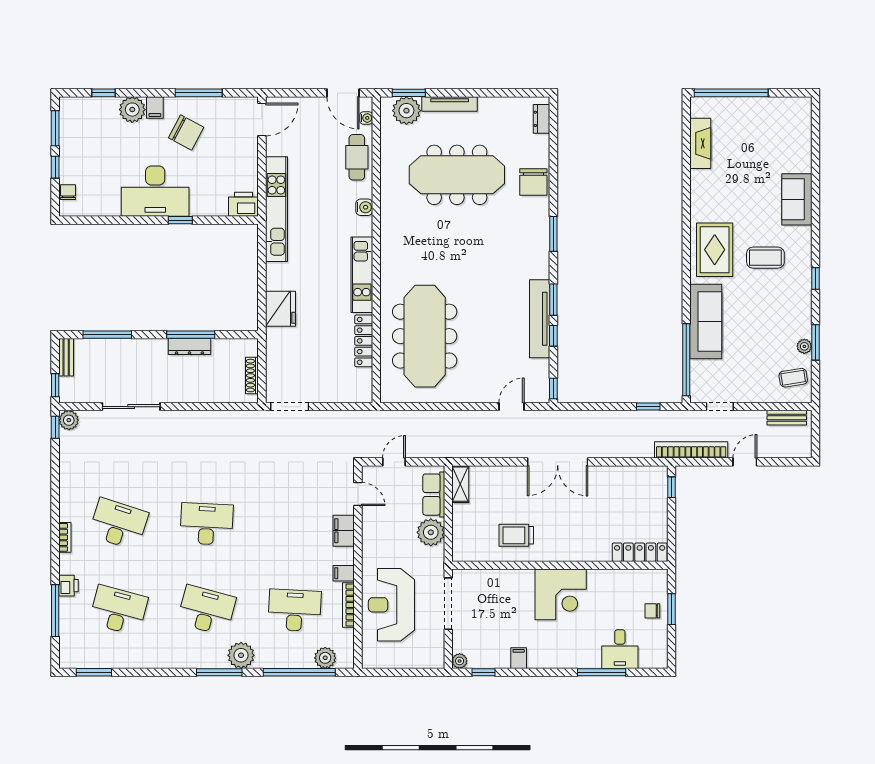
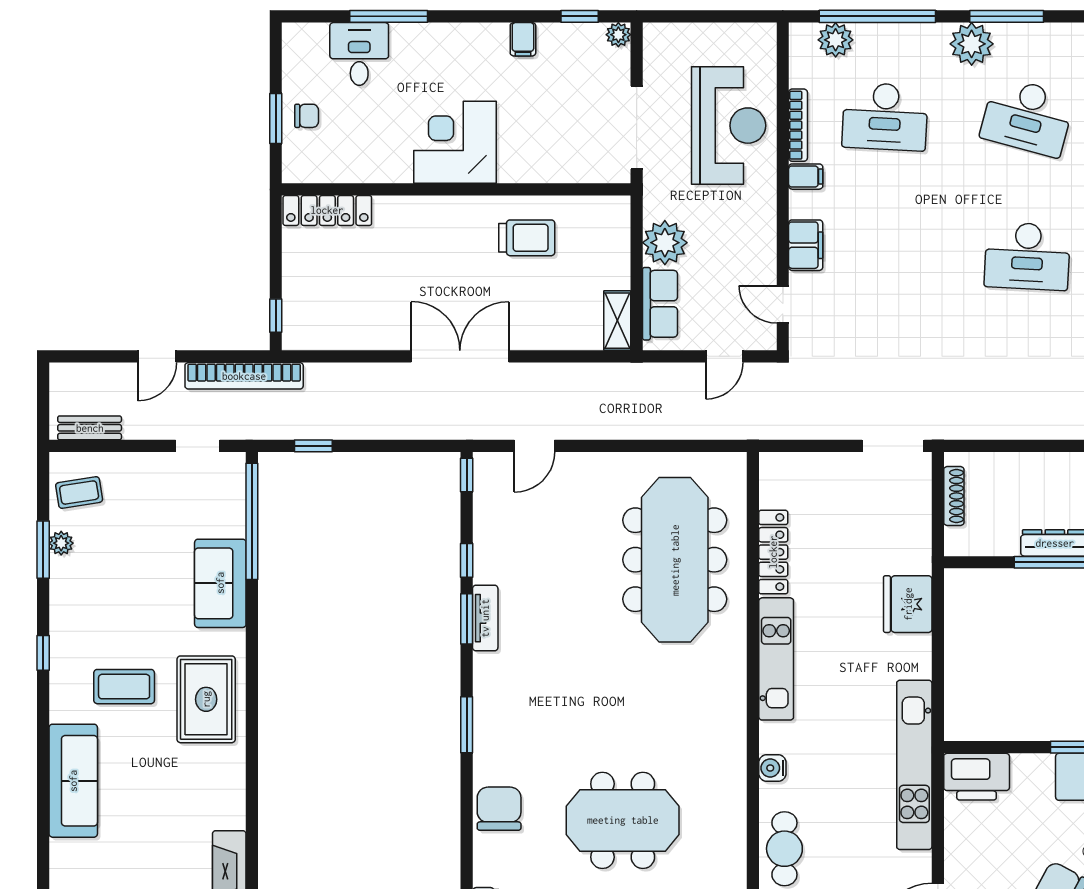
meeting table: (457, 175) -> (623, 820), width x0.73
sofa: (797, 199) -> (73, 781), width x1.36
printer: (243, 204) -> (977, 777), width x1.37, depth x1.19
tv unit: (540, 319) -> (485, 618), width x0.52, depth x0.78
sofa: (706, 321) -> (220, 583), width x0.73

